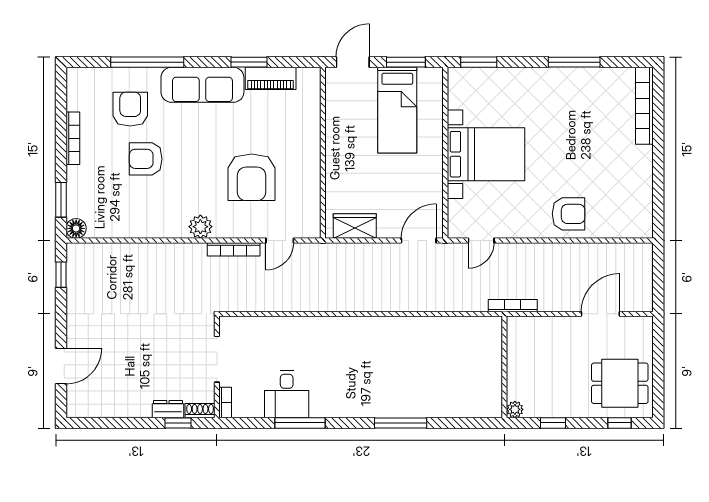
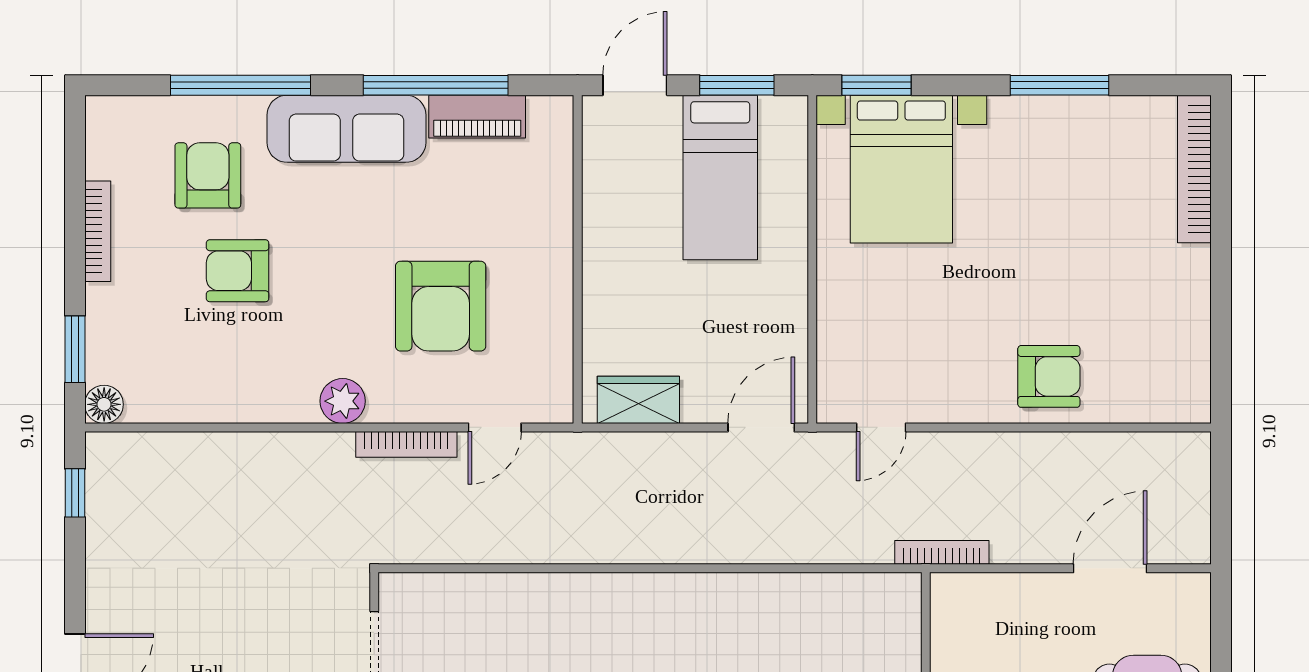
window: (249, 62) -> (436, 85), width x2.11
bed with nightstands: (486, 154) -> (901, 169), moved, turned 90

